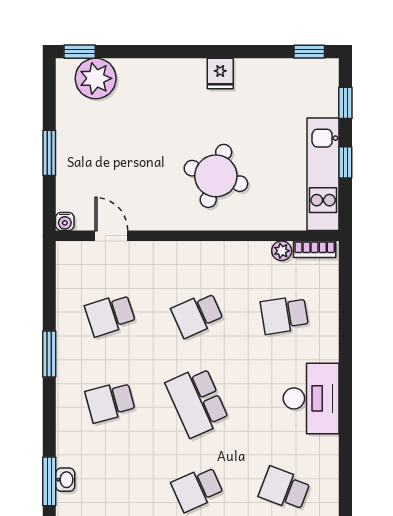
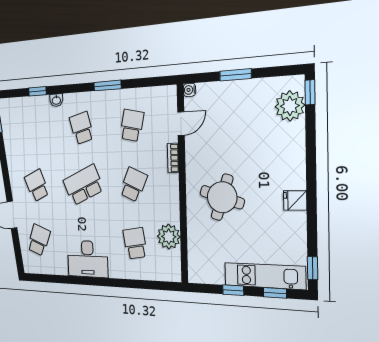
kitchen unit: (323, 174) -> (265, 276), moved
bookcase: (315, 249) -> (173, 158), moved
plant: (282, 251) -> (169, 237), width x1.87, depth x1.87
school desk: (110, 315) -> (132, 125), turned 30
school desk: (197, 315) -> (133, 185), turned 48
washbasin: (65, 480) -> (56, 100), moved
window: (49, 481) -> (37, 91), width x0.67

